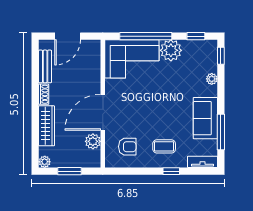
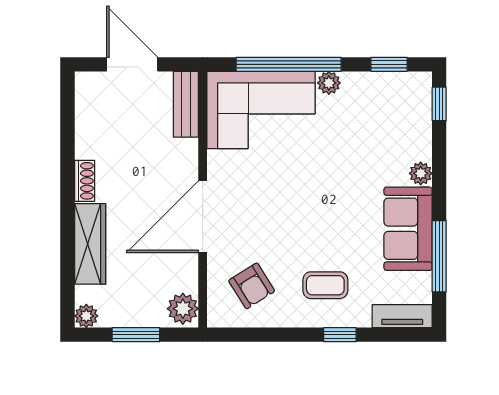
door: (68, 36) -> (132, 64), swing flipped
plant: (171, 50) -> (329, 83), width x0.53, depth x0.53
bench: (45, 66) -> (186, 104), moved
plant: (212, 79) -> (421, 173), moved
plant: (93, 141) -> (183, 309), moved
armchair: (127, 147) -> (252, 286), turned 58

